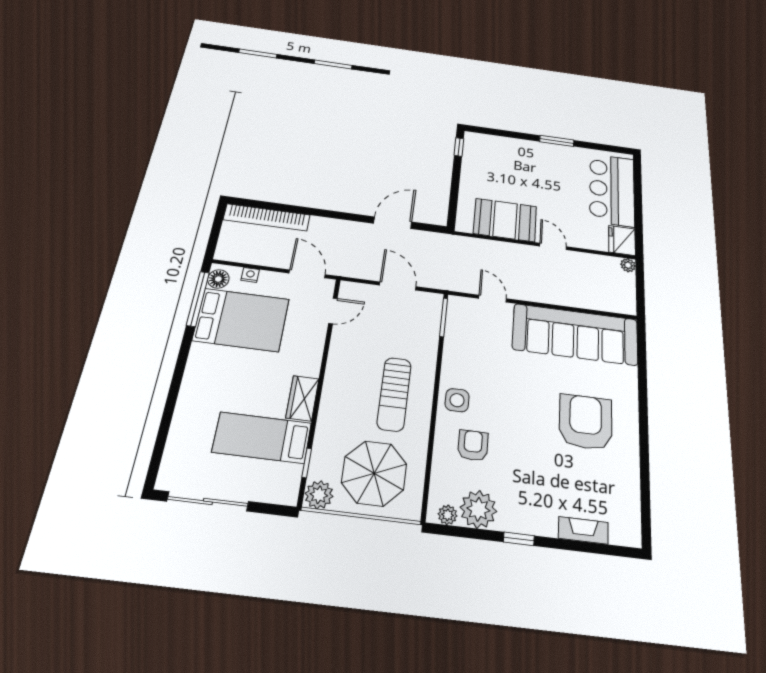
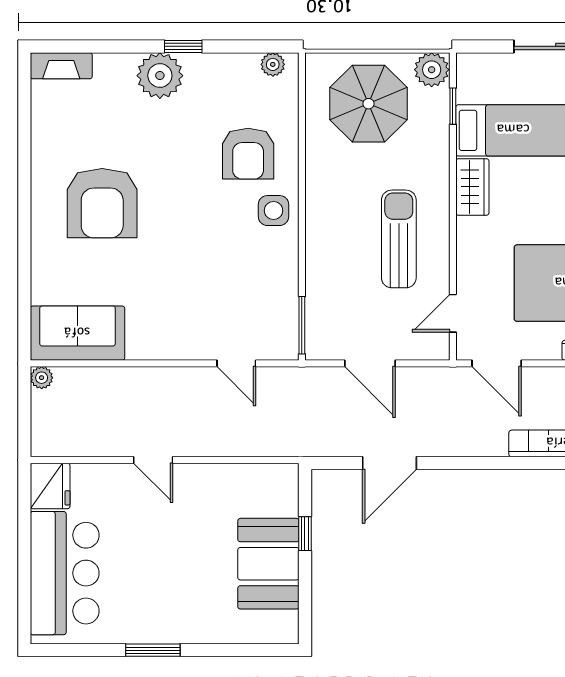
window: (459, 147) -> (305, 534), moved
booth: (505, 220) -> (268, 564), moved, turned 90
plant: (628, 265) -> (42, 378), moved
sofa: (576, 334) -> (77, 333), width x0.54, depth x0.79
sun lounger: (394, 394) -> (399, 239), moved
armchair: (473, 445) -> (248, 154), width x1.38, depth x1.38
plant: (478, 509) -> (160, 76), moved
fireplace: (583, 530) -> (61, 66), moved

